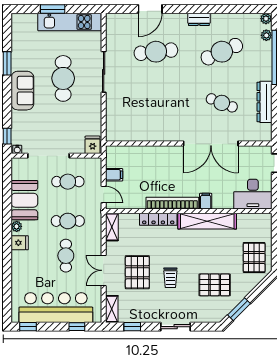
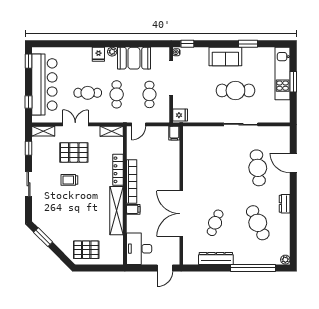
kitchen unit: (70, 22) -> (283, 74), moved
plant: (266, 35) -> (271, 260), removed
filing cabinet: (114, 175) -> (174, 133), moved
pallet: (215, 285) -> (63, 217), removed

